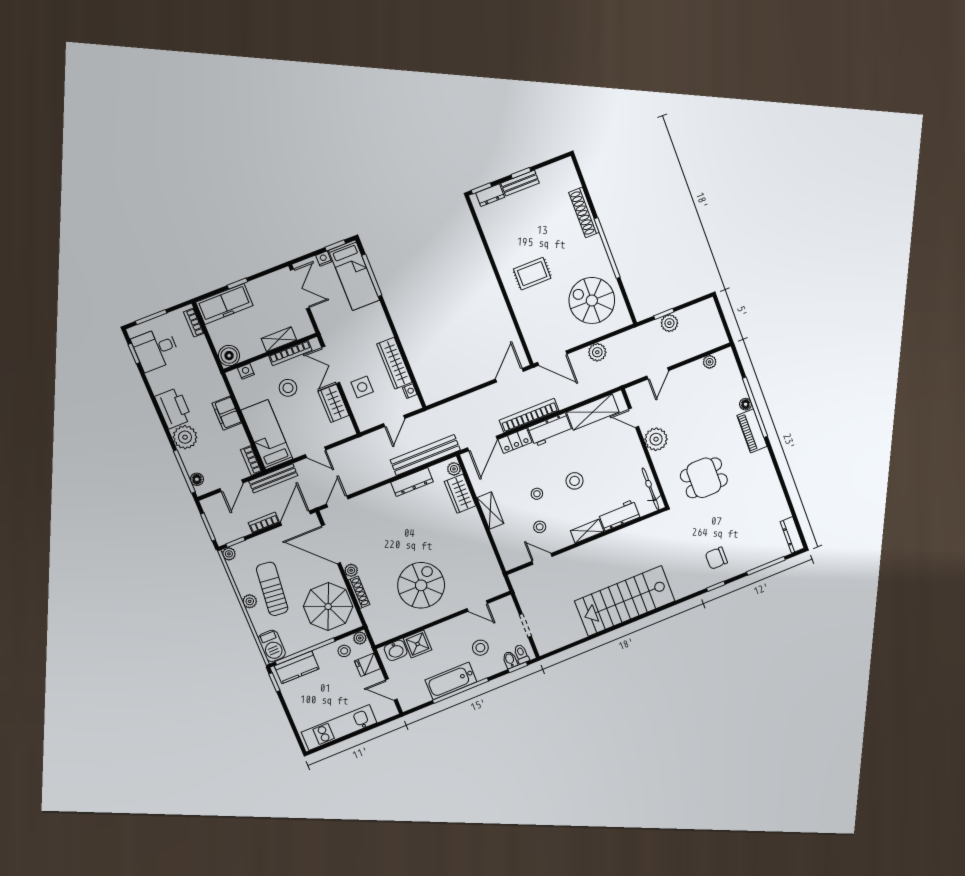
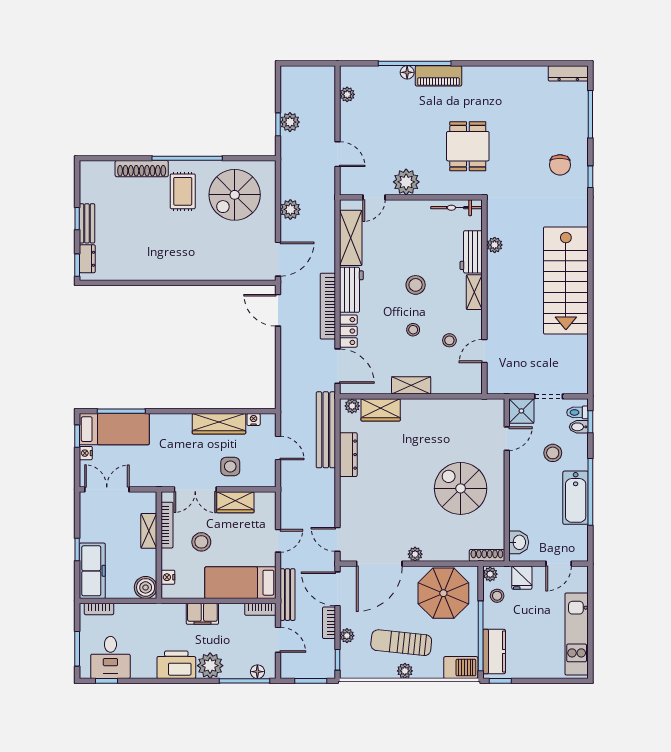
rug: (532, 274) -> (183, 191), moved
plant: (632, 532) -> (495, 245), added
plant: (229, 554) -> (347, 636), moved
shoe rack: (359, 592) -> (487, 555), moved
shower: (418, 644) -> (521, 411), moved

